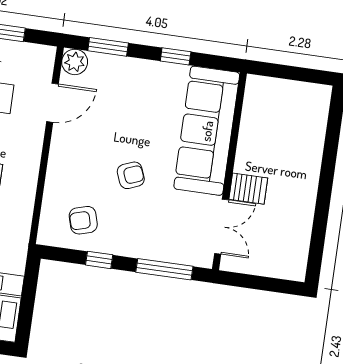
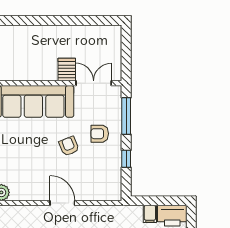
door: (52, 103) -> (62, 203), moved
armchair: (83, 220) -> (100, 134), moved, turned 106

